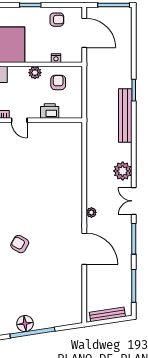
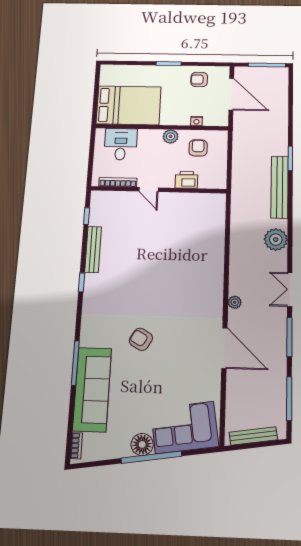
armchair: (57, 20) -> (199, 79), turned 180
plant: (123, 171) -> (276, 240), moved
corner sofa: (56, 310) -> (185, 427), added

